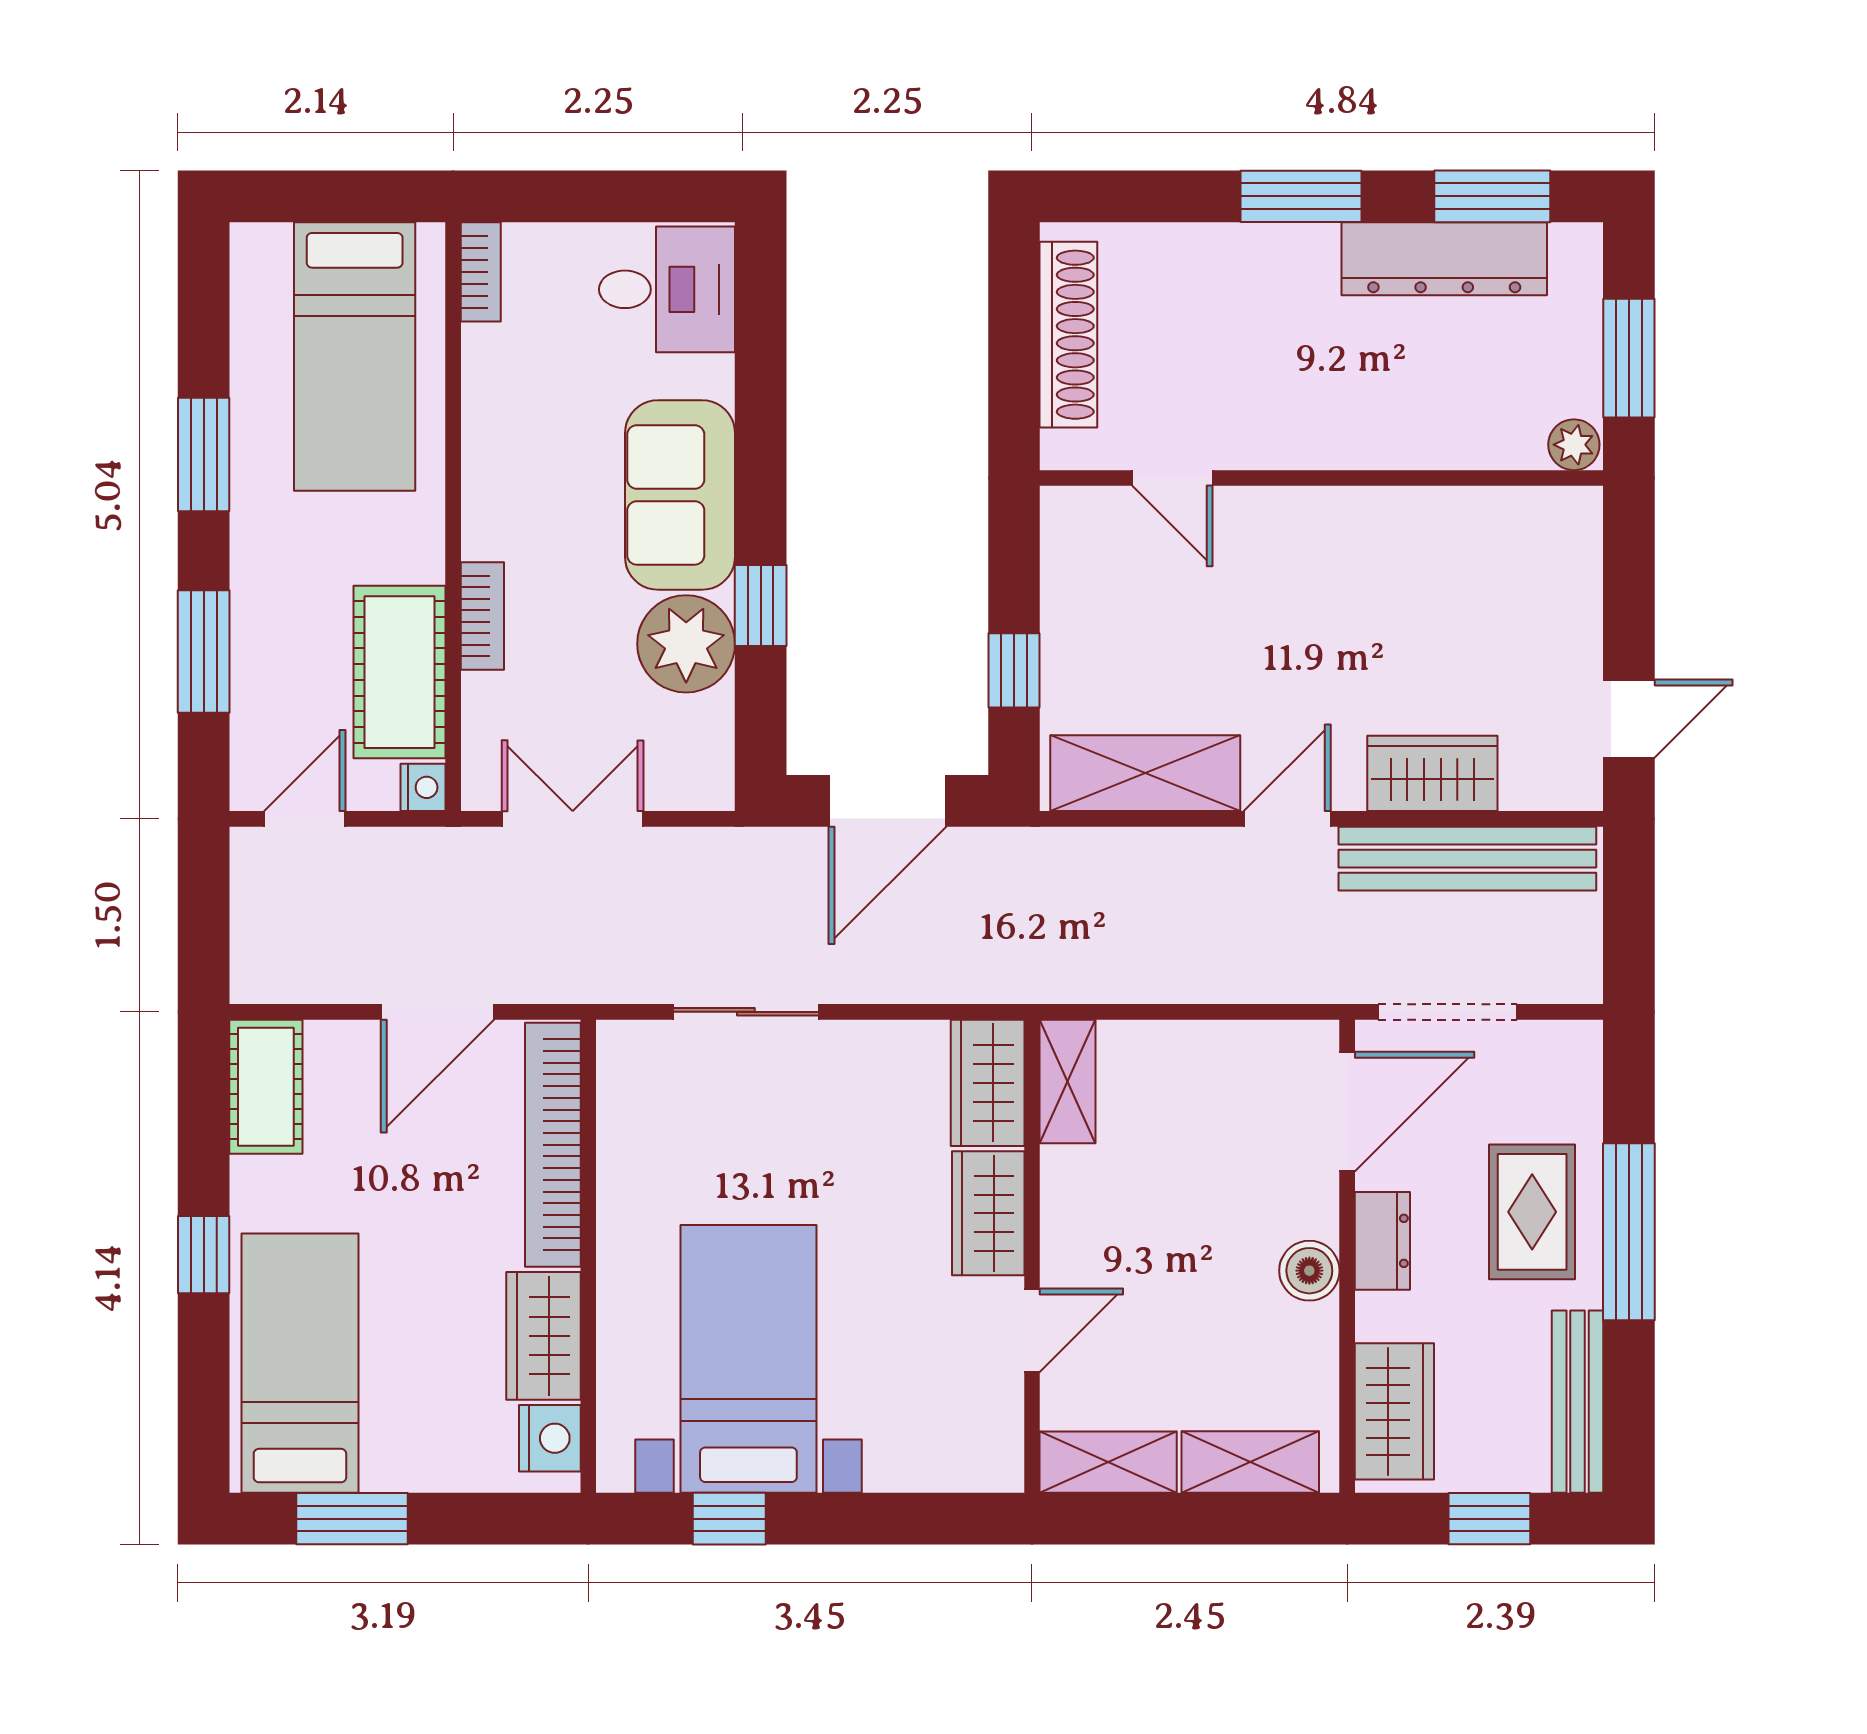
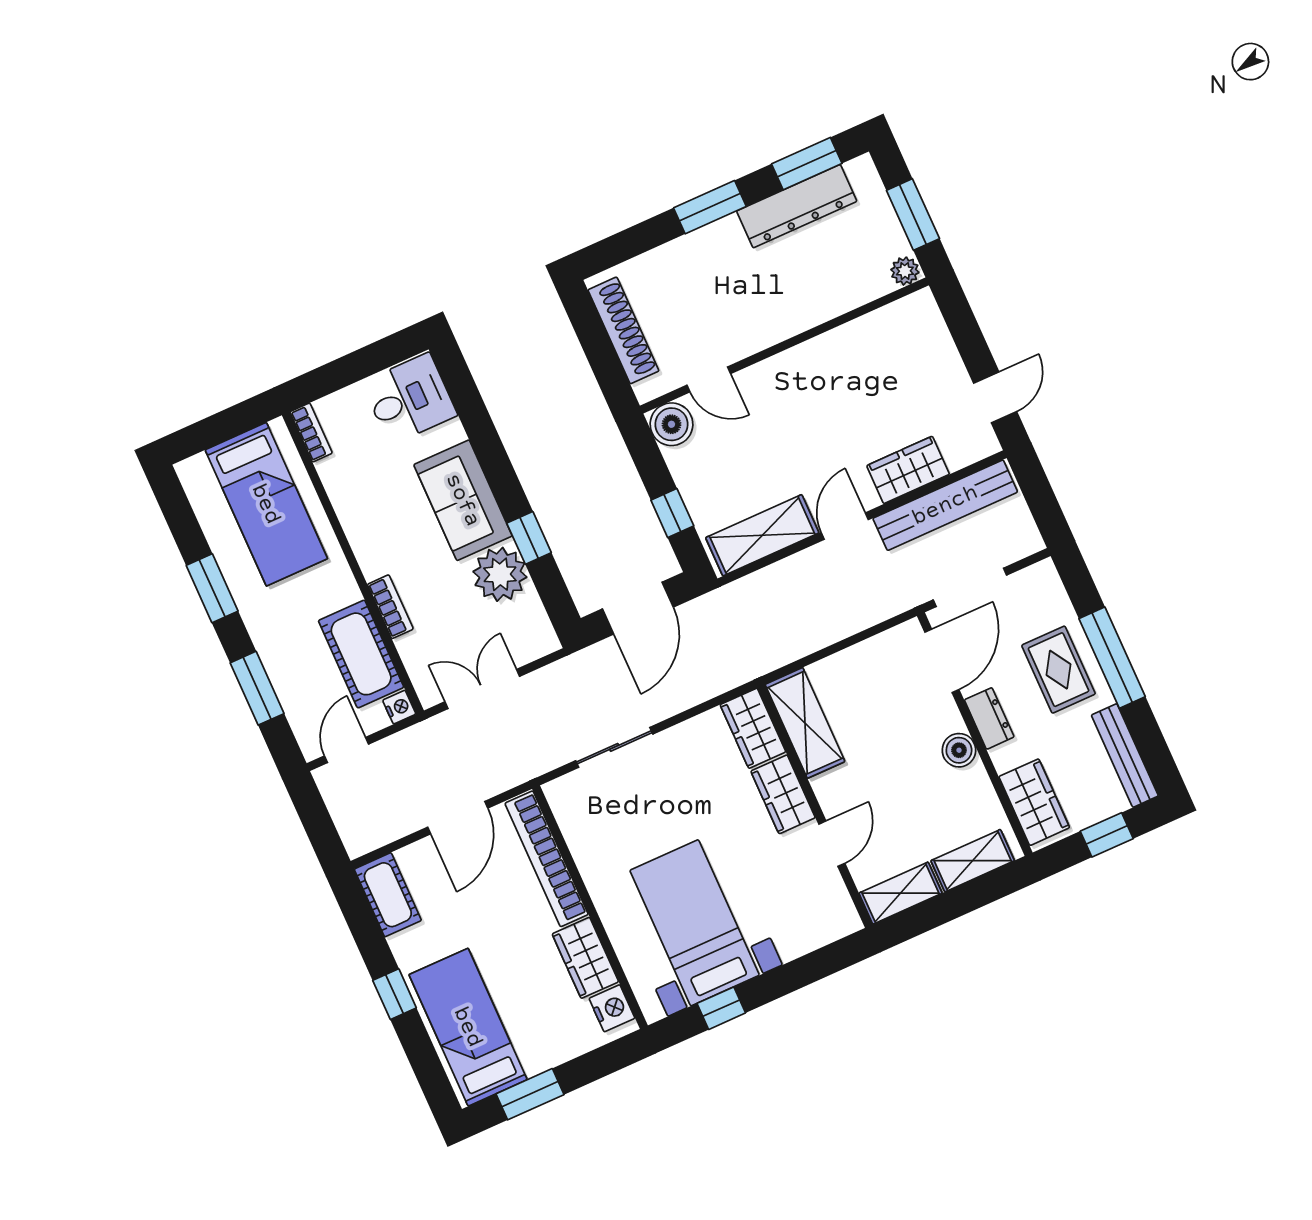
boiler: (1078, 524) -> (671, 424), added
shelving: (1068, 1081) -> (805, 723), width x1.50, depth x1.33

